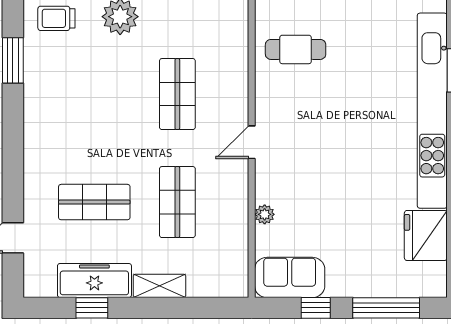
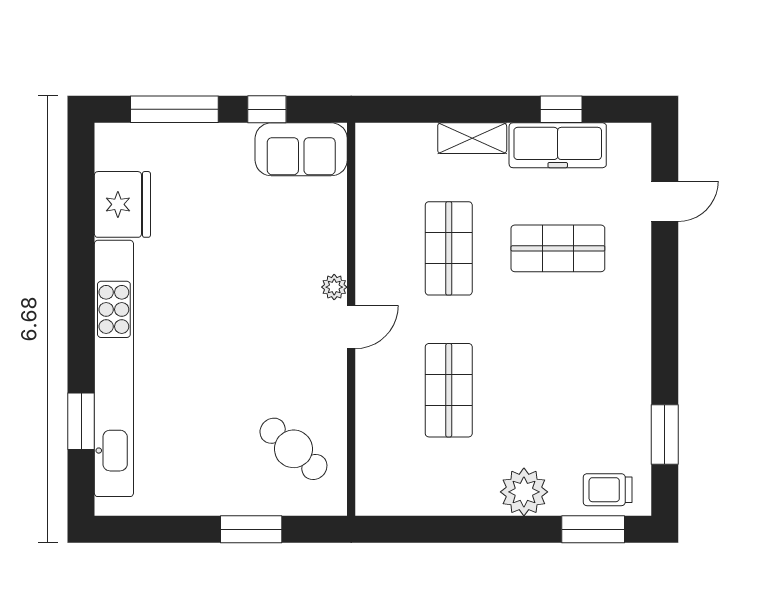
trolley: (56, 18) -> (608, 490), turned 180
cafe table: (296, 49) -> (293, 449), turned 41
plant: (265, 214) -> (334, 287), moved

